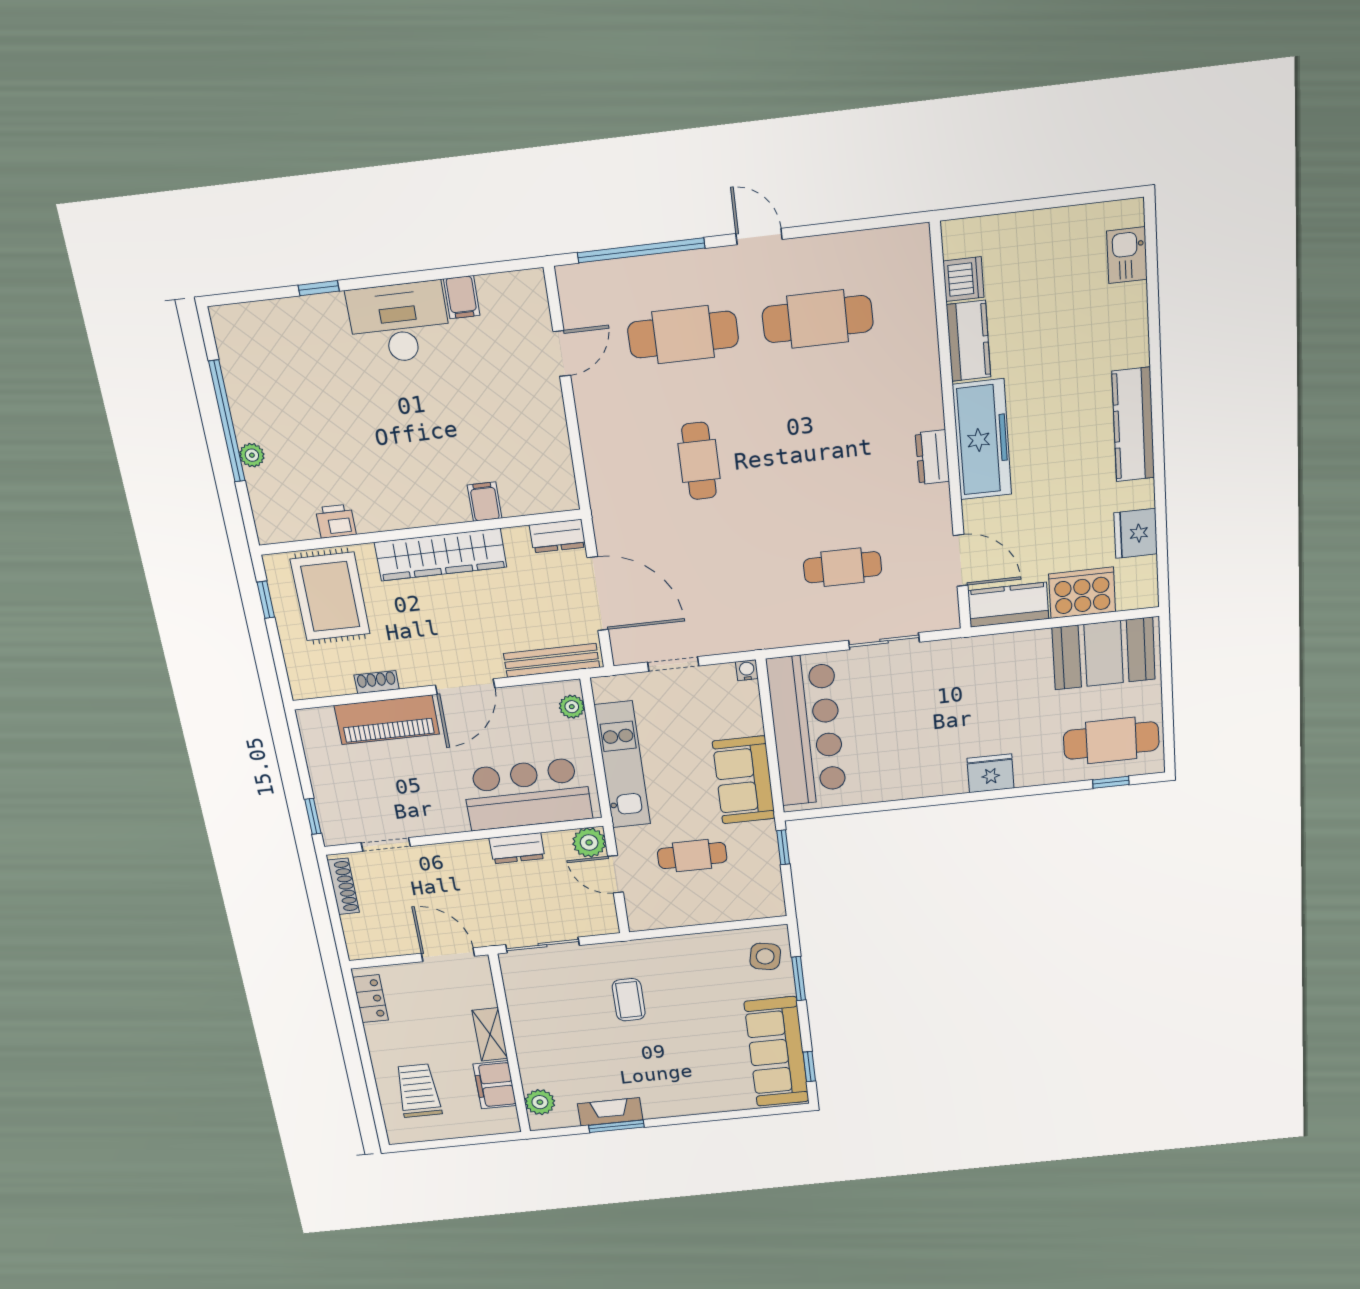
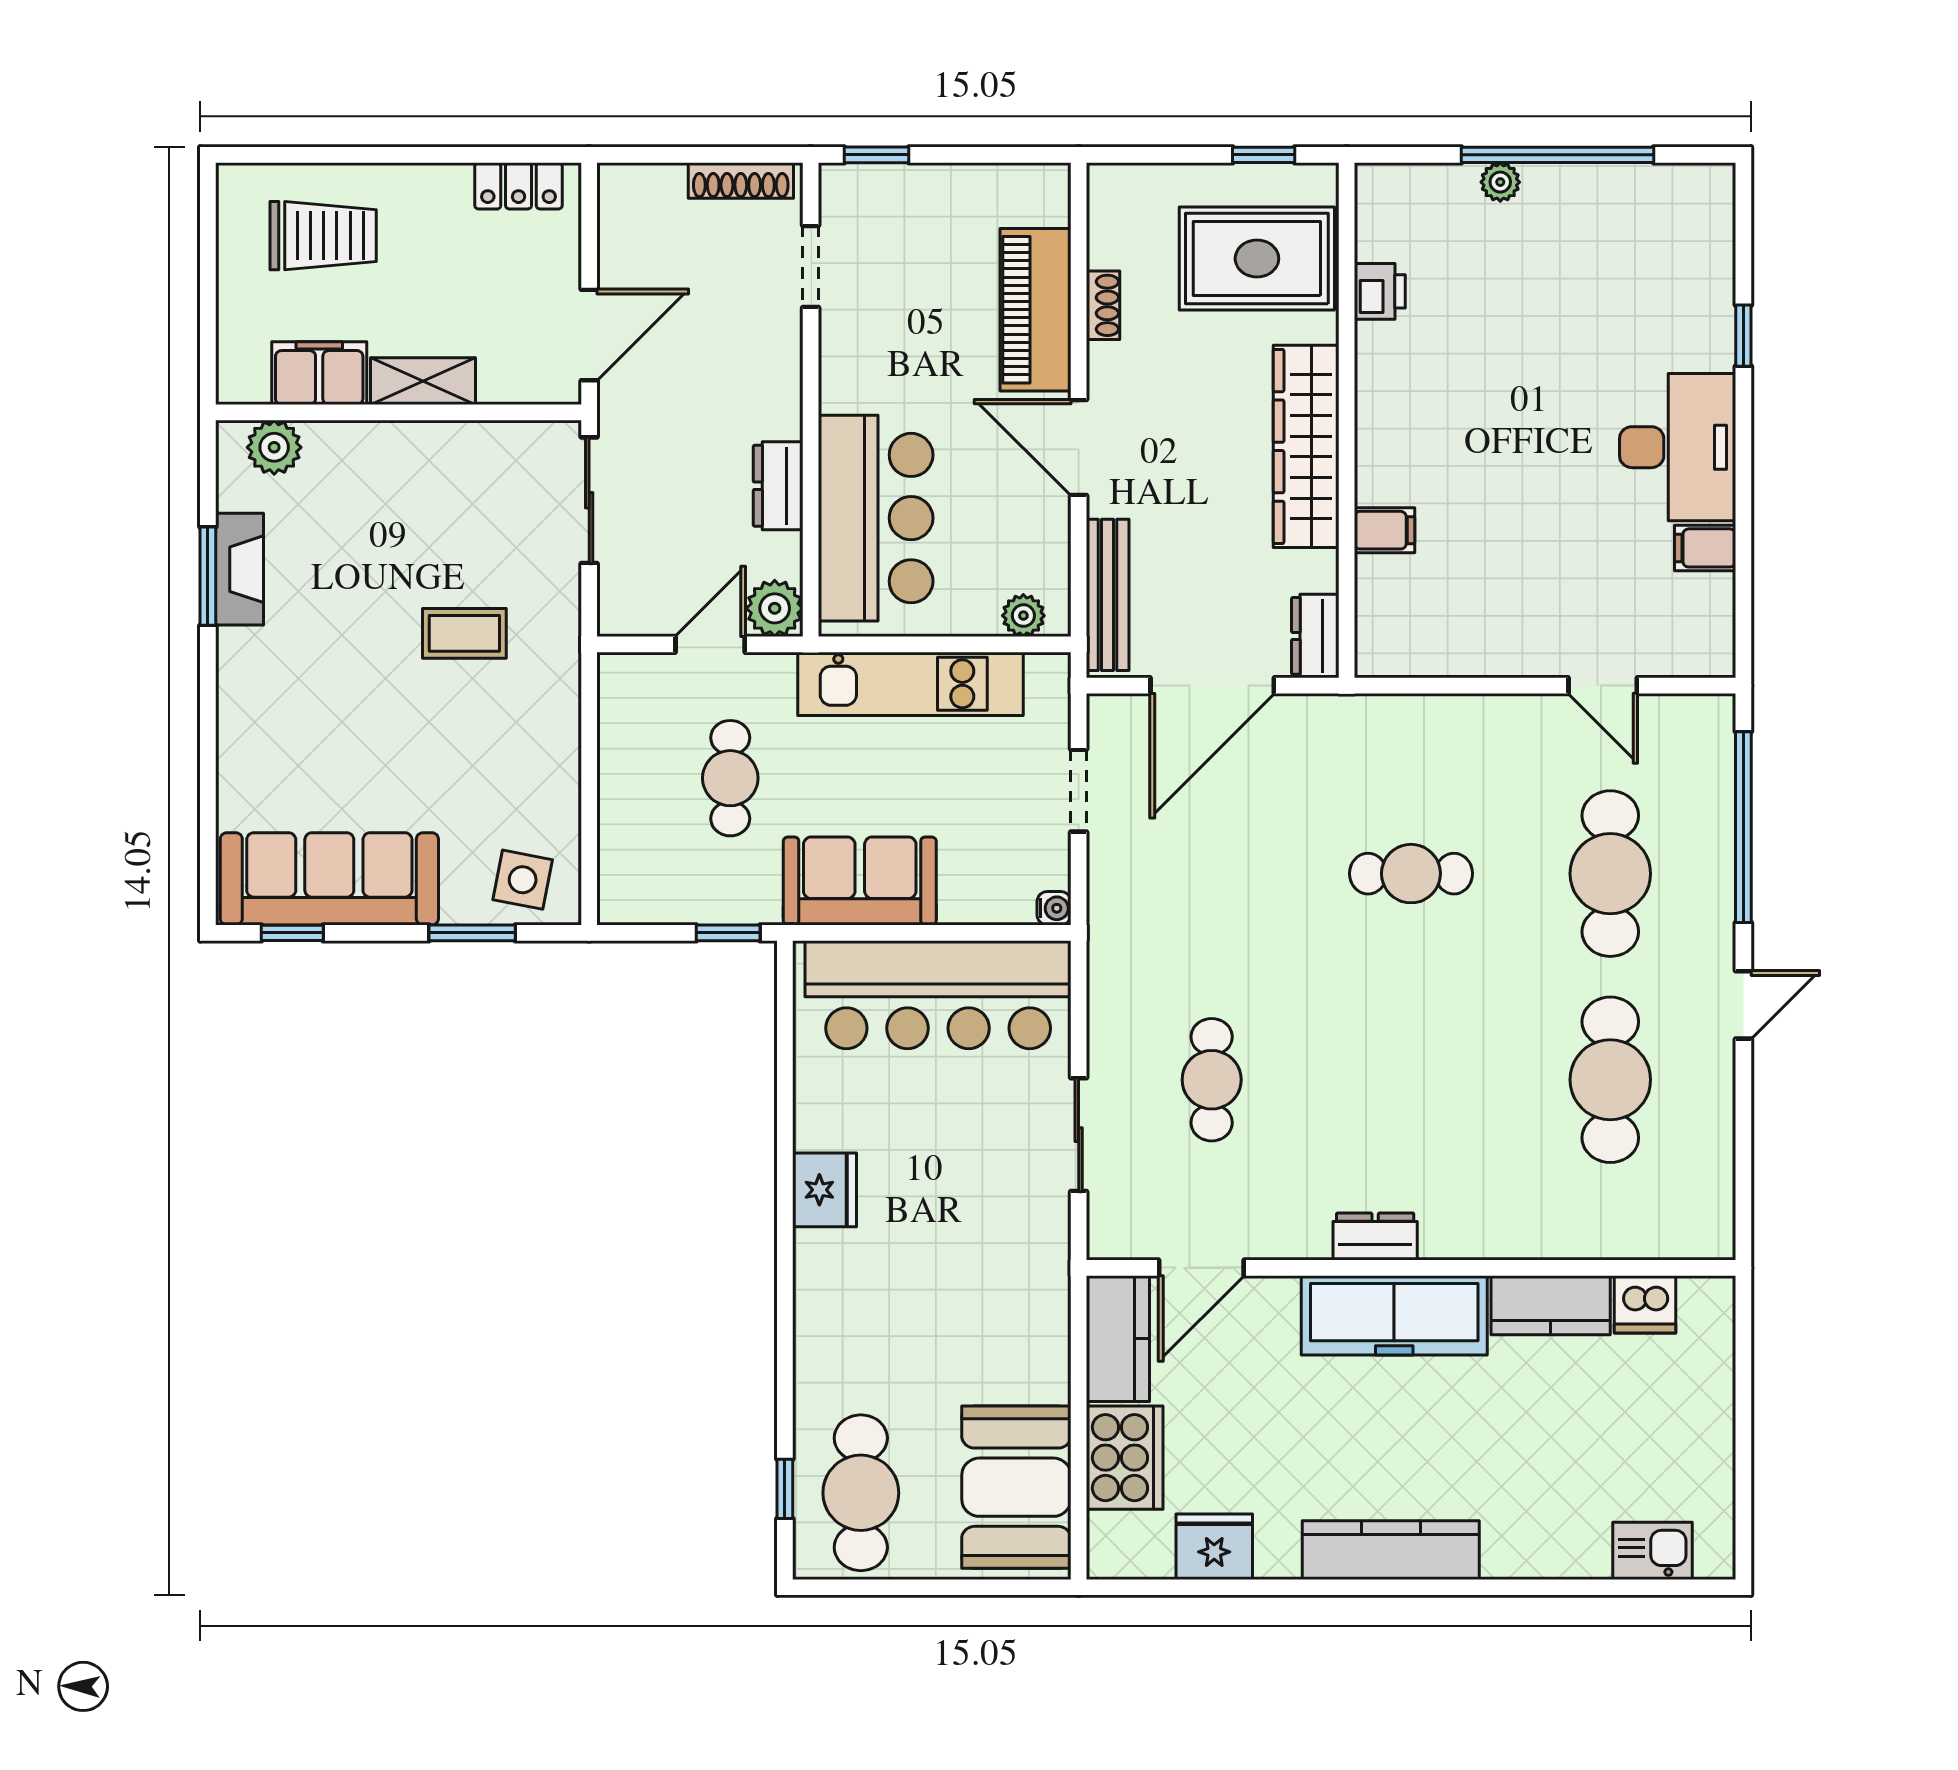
fridge: (991, 773) -> (825, 1190), moved

